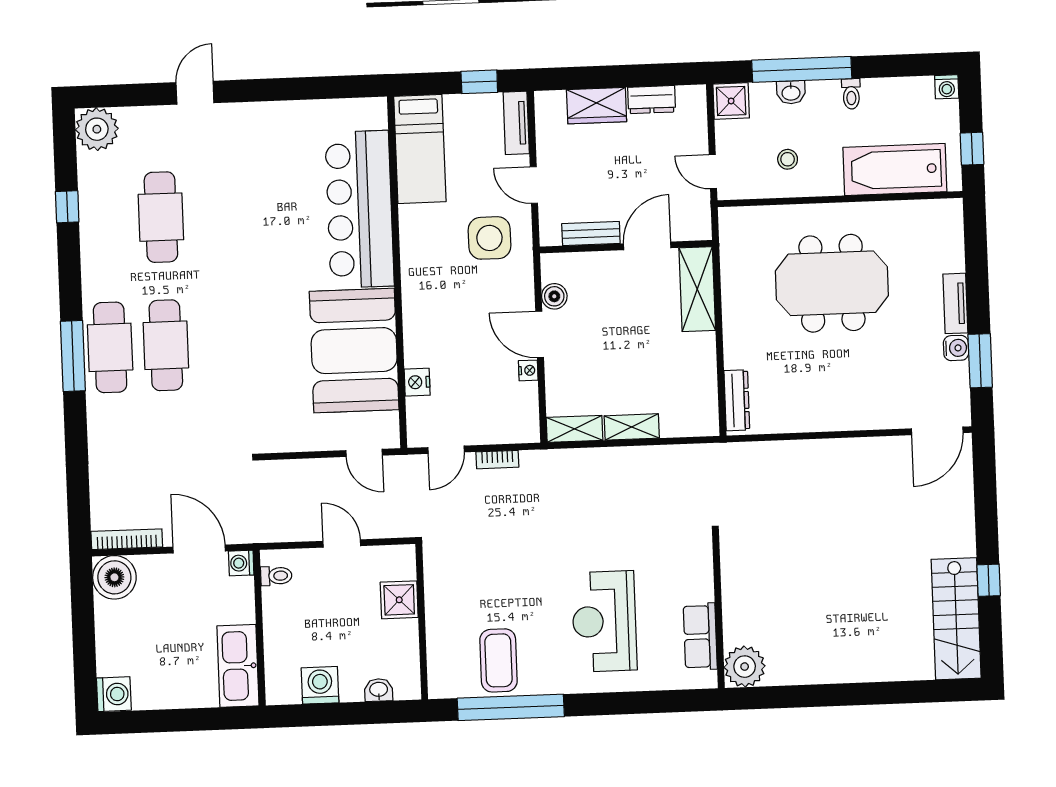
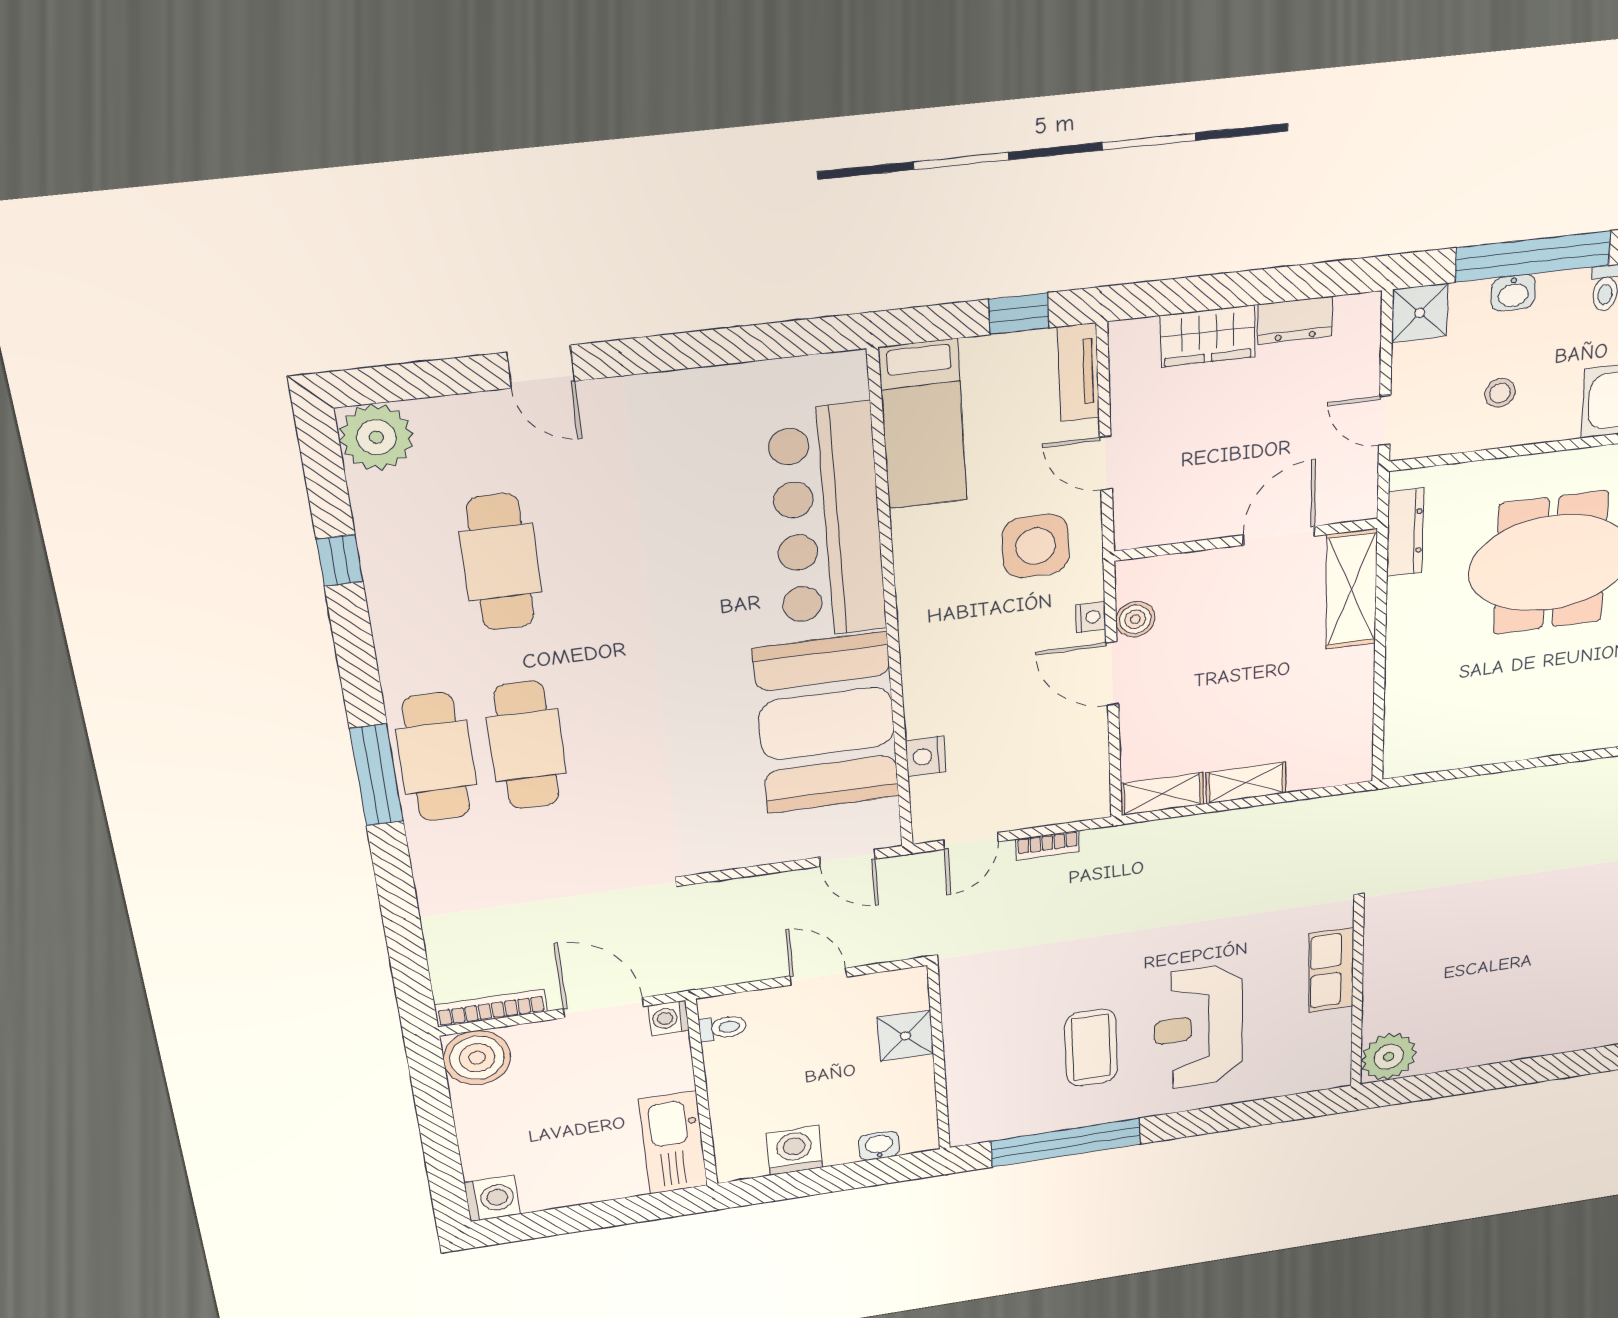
door: (195, 93) -> (541, 367), swing flipped
bench: (591, 234) -> (1193, 526), removed
nightstand: (528, 370) -> (1091, 617), moved
dresser: (737, 400) -> (1405, 532), moved
row of seats: (700, 637) -> (1331, 970), moved
coffee table: (499, 660) -> (1091, 1048), moved

